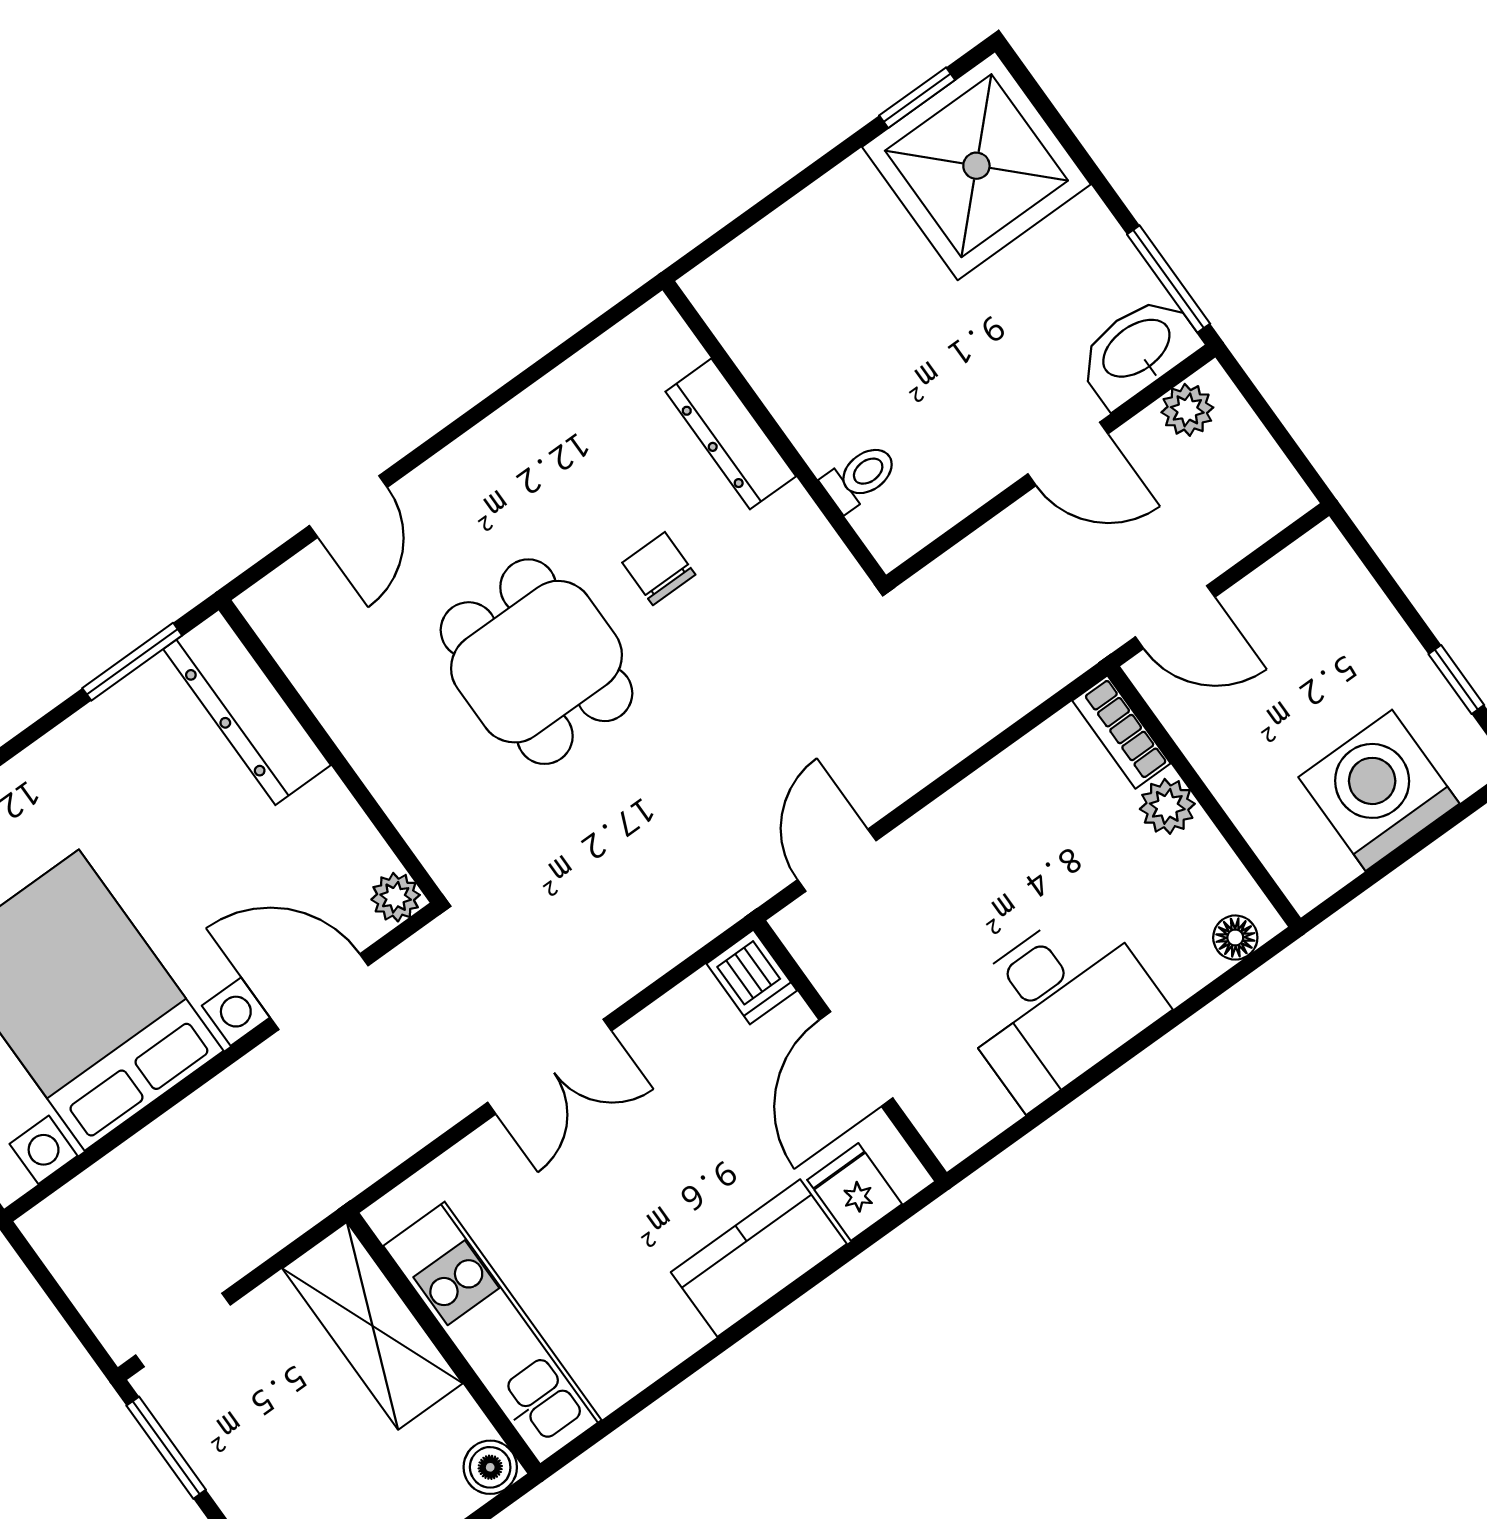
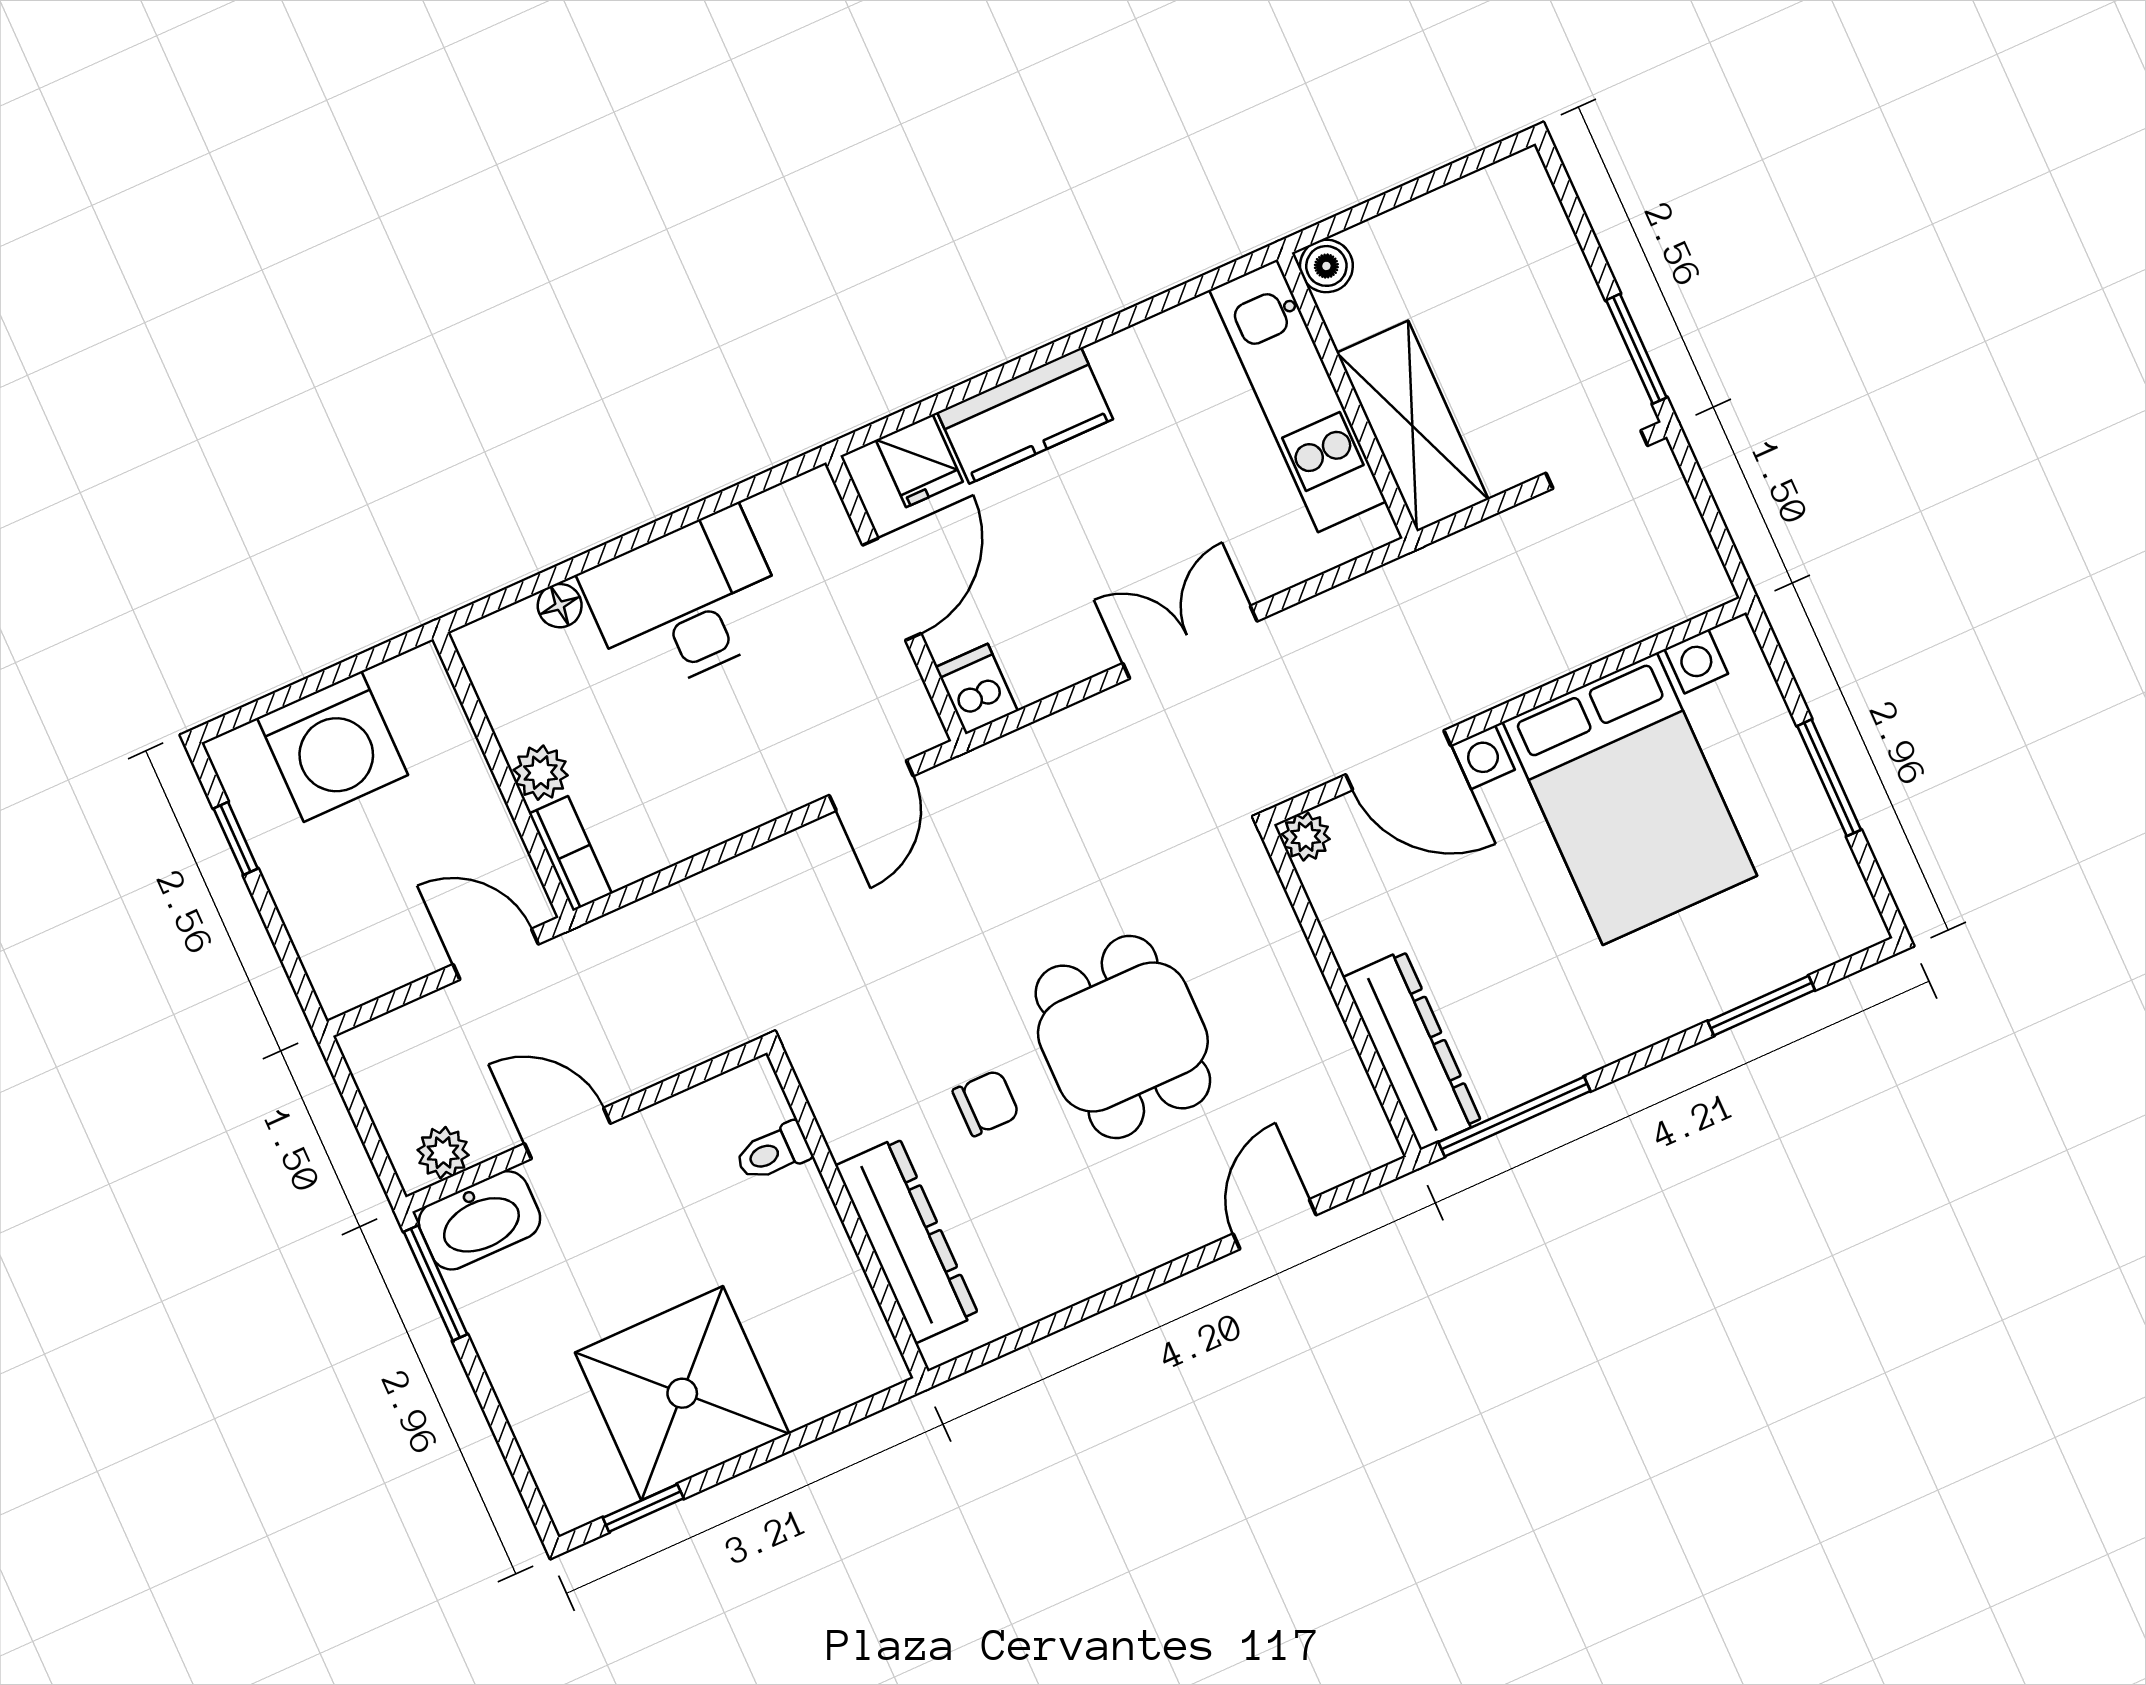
shower: (976, 166) -> (682, 1393), moved
dresser: (731, 434) -> (907, 1240), width x1.37, depth x1.24
chair: (659, 569) -> (986, 1103), turned -90
window: (132, 662) -> (1514, 1117), width x1.44
floor lamp: (1235, 938) -> (560, 606), moved

